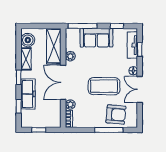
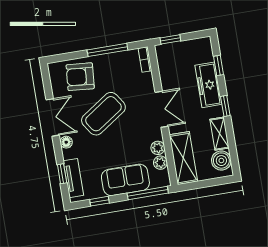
double door: (63, 82) -> (162, 109), width x0.73
coffee table: (104, 86) -> (103, 114), turned -34
plant: (70, 105) -> (160, 163), moved
window: (39, 130) -> (170, 39), moved
window: (109, 130) -> (107, 50), moved

